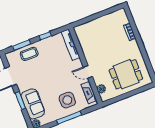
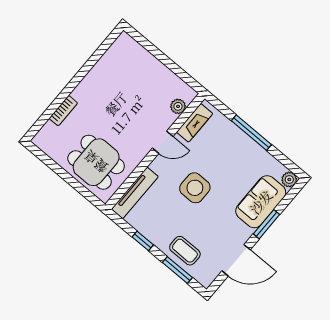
door: (88, 72) -> (163, 142), hinge flipped
dining table: (126, 74) -> (96, 162), moved
side table: (67, 100) -> (195, 188), moved

